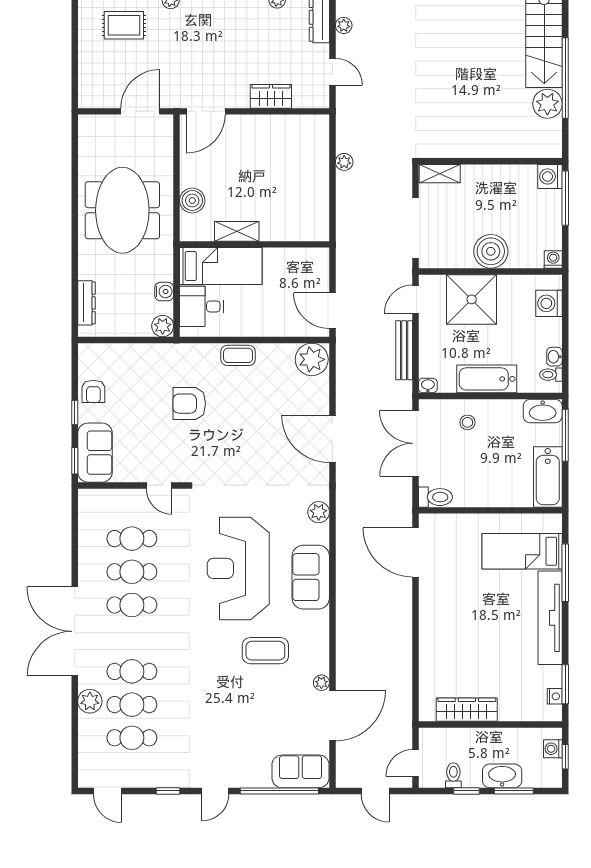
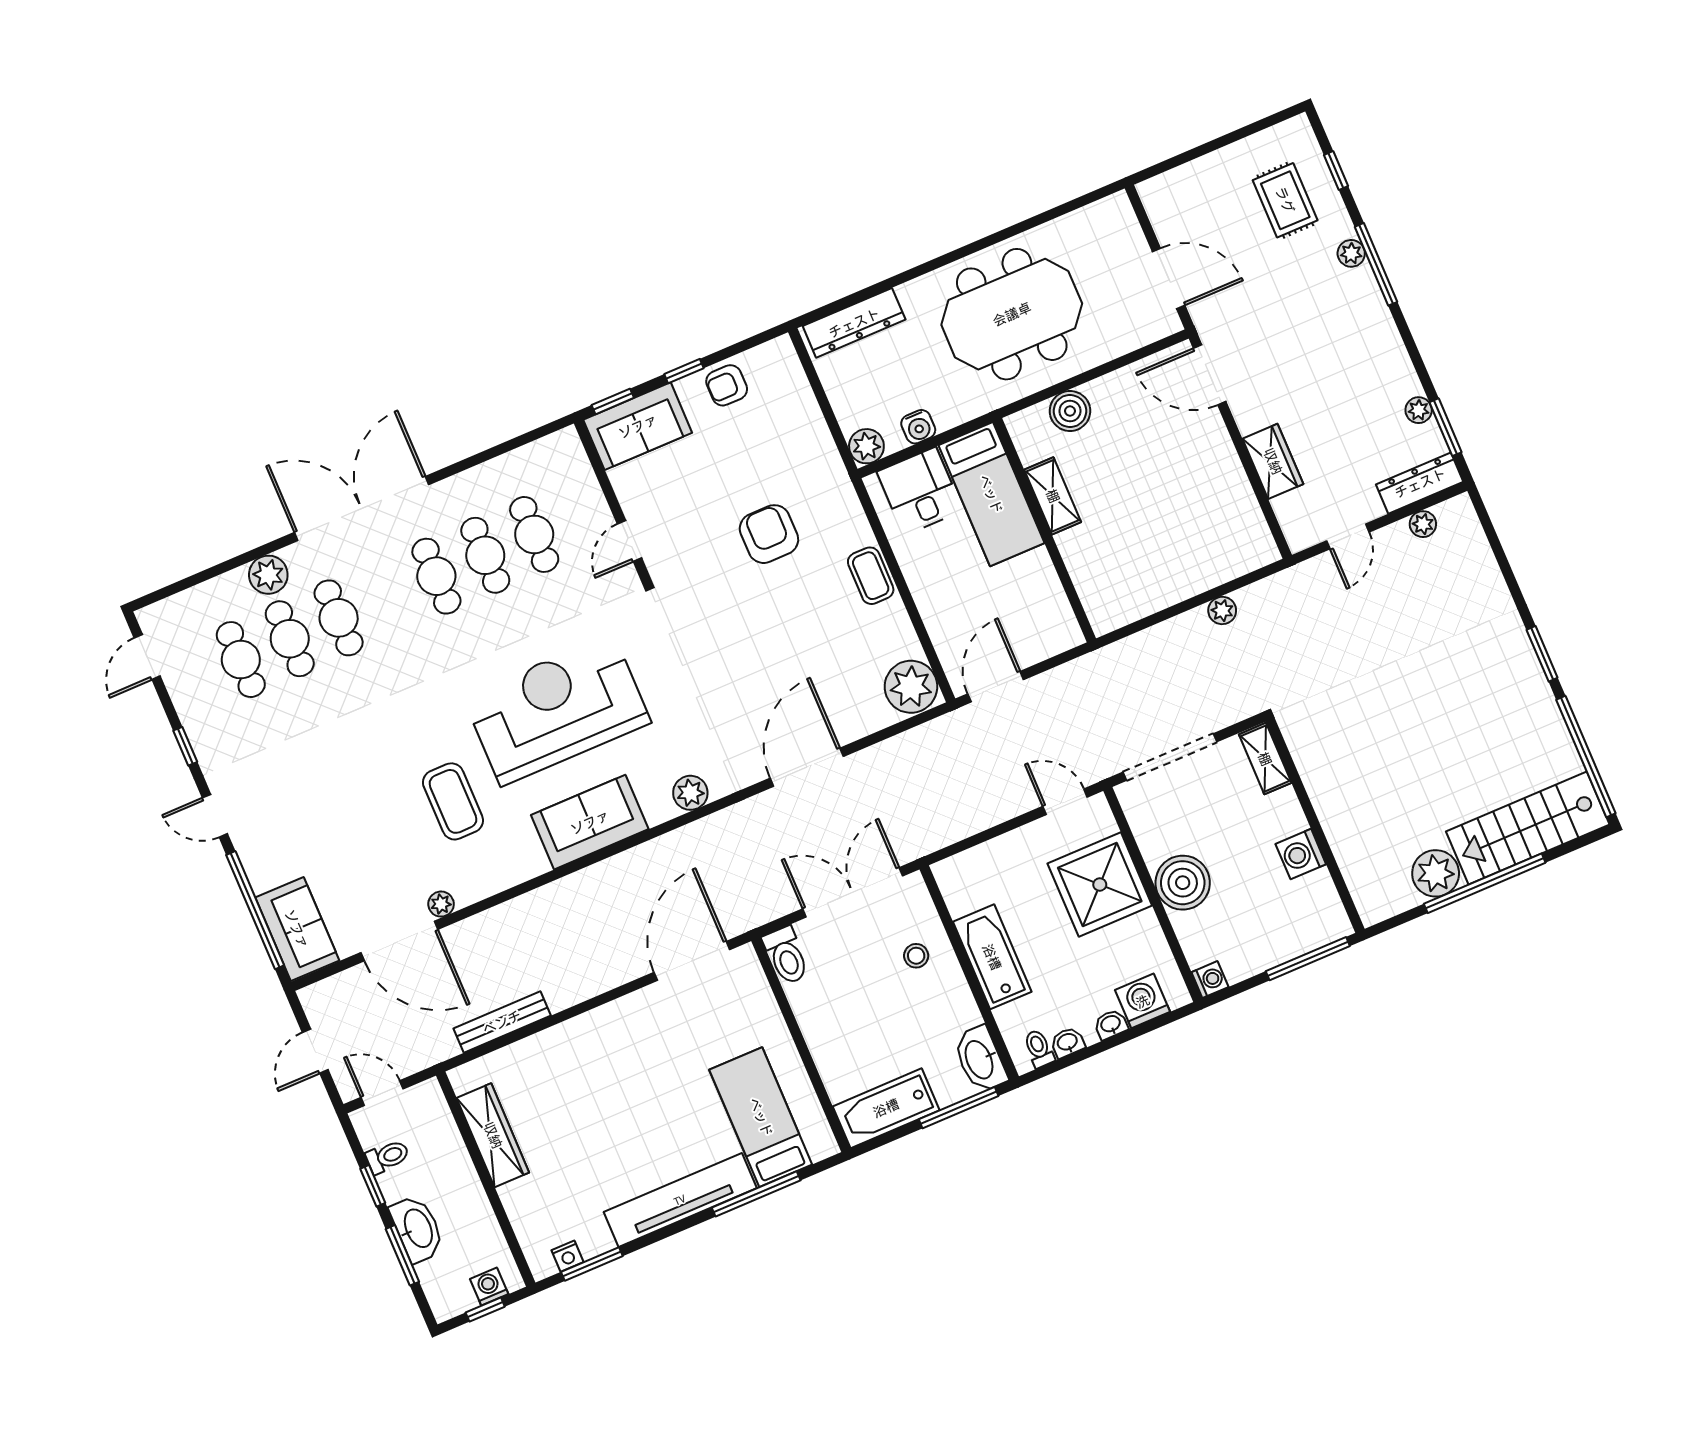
washing machine: (550, 176) -> (1301, 854), moved, turned -90
dresser: (87, 303) -> (854, 323), width x1.37, depth x1.24
bench: (404, 350) -> (502, 1022), moved
washbasin: (428, 386) -> (1111, 1024), moved, turned -90

